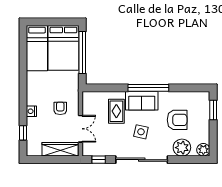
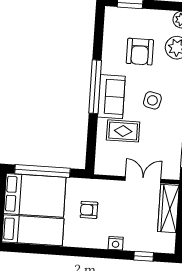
armchair: (60, 108) -> (89, 210), moved
armchair: (177, 120) -> (140, 52), turned 180

